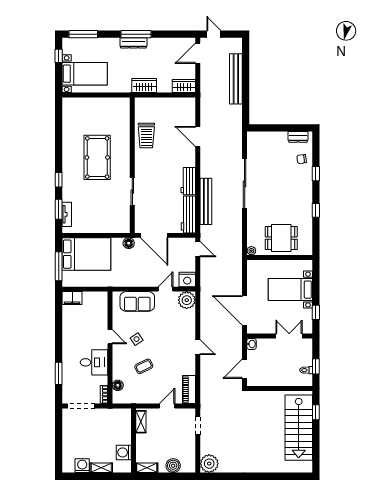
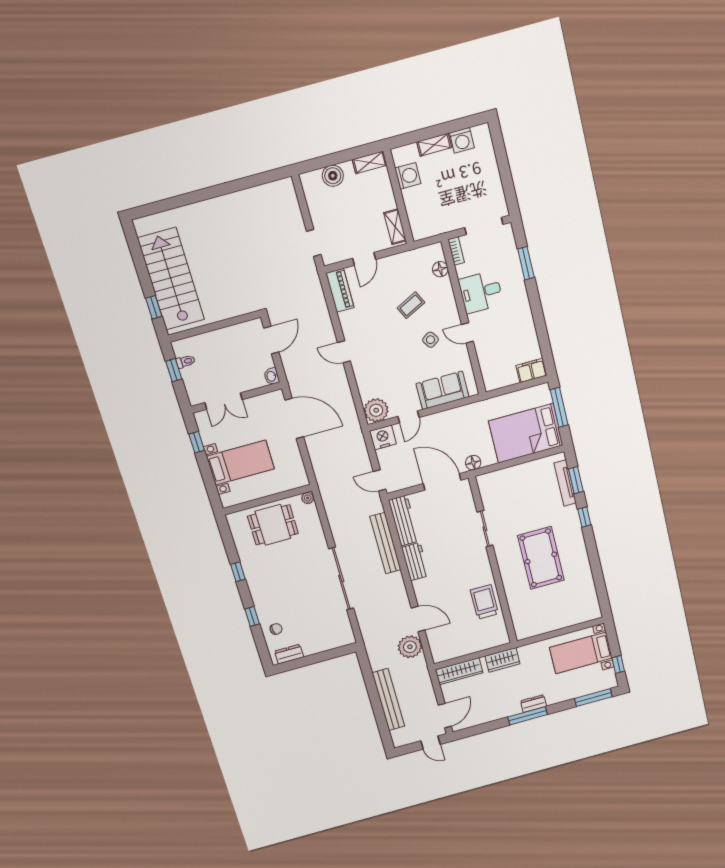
dresser: (133, 43) -> (533, 704), width x0.70
wardrobe: (184, 86) -> (459, 671), width x1.50
tv unit: (67, 214) -> (565, 483), width x1.41
plant: (209, 464) -> (410, 647), moved

